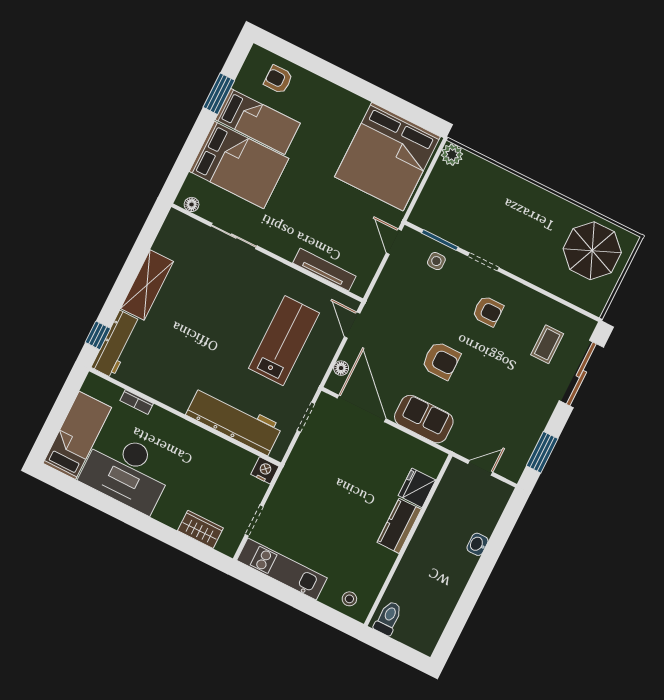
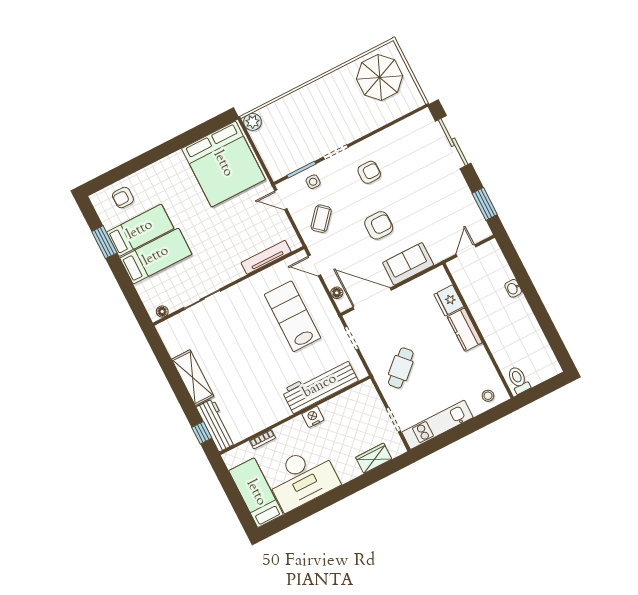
bed: (239, 165) -> (156, 256), width x0.67
coffee table: (547, 344) -> (321, 219), moved, turned 41
nightstand: (265, 470) -> (313, 417), moved
cafe table: (312, 489) -> (401, 368), added

